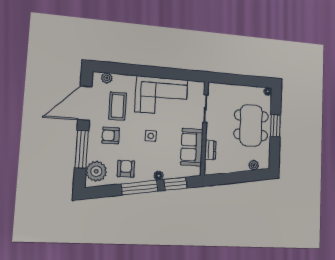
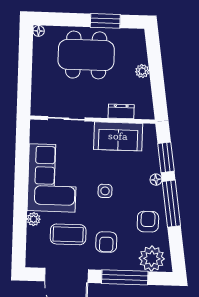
plant: (107, 78) -> (34, 219), moved
window: (275, 126) -> (105, 21), moved
plant: (254, 165) -> (142, 71), moved
armchair: (126, 169) -> (148, 222), turned 90

